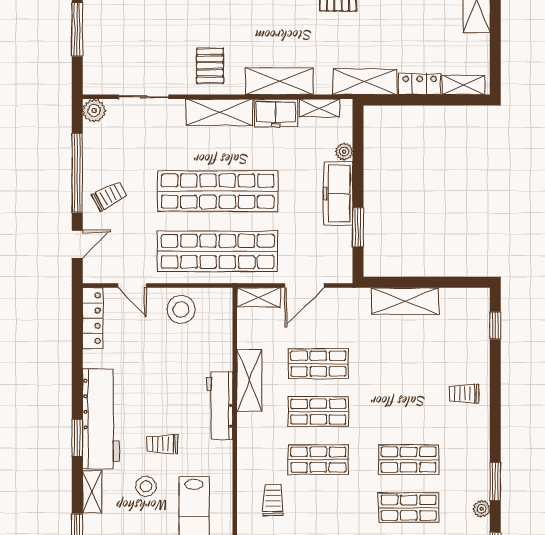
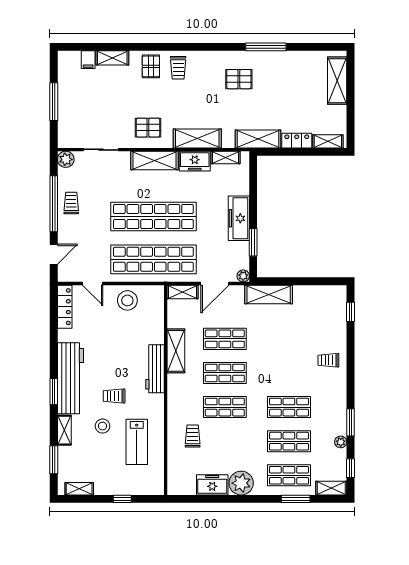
pallet: (210, 66) -> (148, 128), turned 90
plant: (344, 152) -> (243, 276), moved
trolley: (109, 196) -> (71, 203), moved, turned -62
shelving: (405, 301) -> (269, 295), moved

